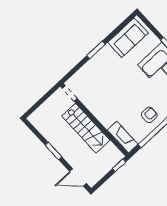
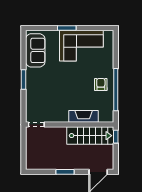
stairs: (86, 128) -> (90, 136), moved
fireplace: (123, 137) -> (84, 116), moved

